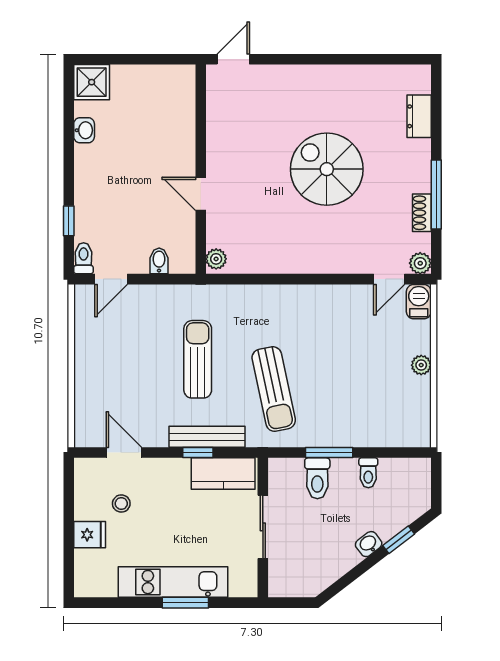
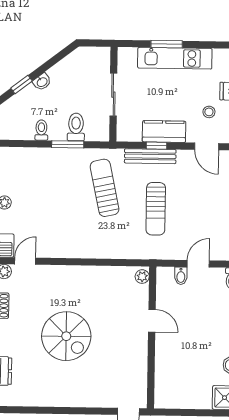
door: (111, 279) -> (198, 264), moved
kitchen counter: (223, 474) -> (164, 132), moved

